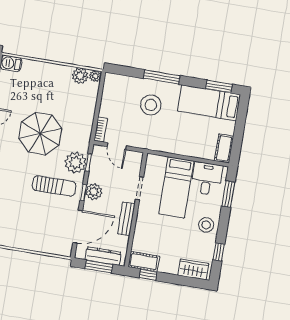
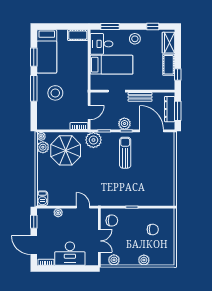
window: (219, 86) -> (34, 57), moved
parasol: (40, 134) -> (66, 150), moved
plant: (76, 163) -> (93, 140), moved
cot: (144, 262) -> (169, 65), moved

